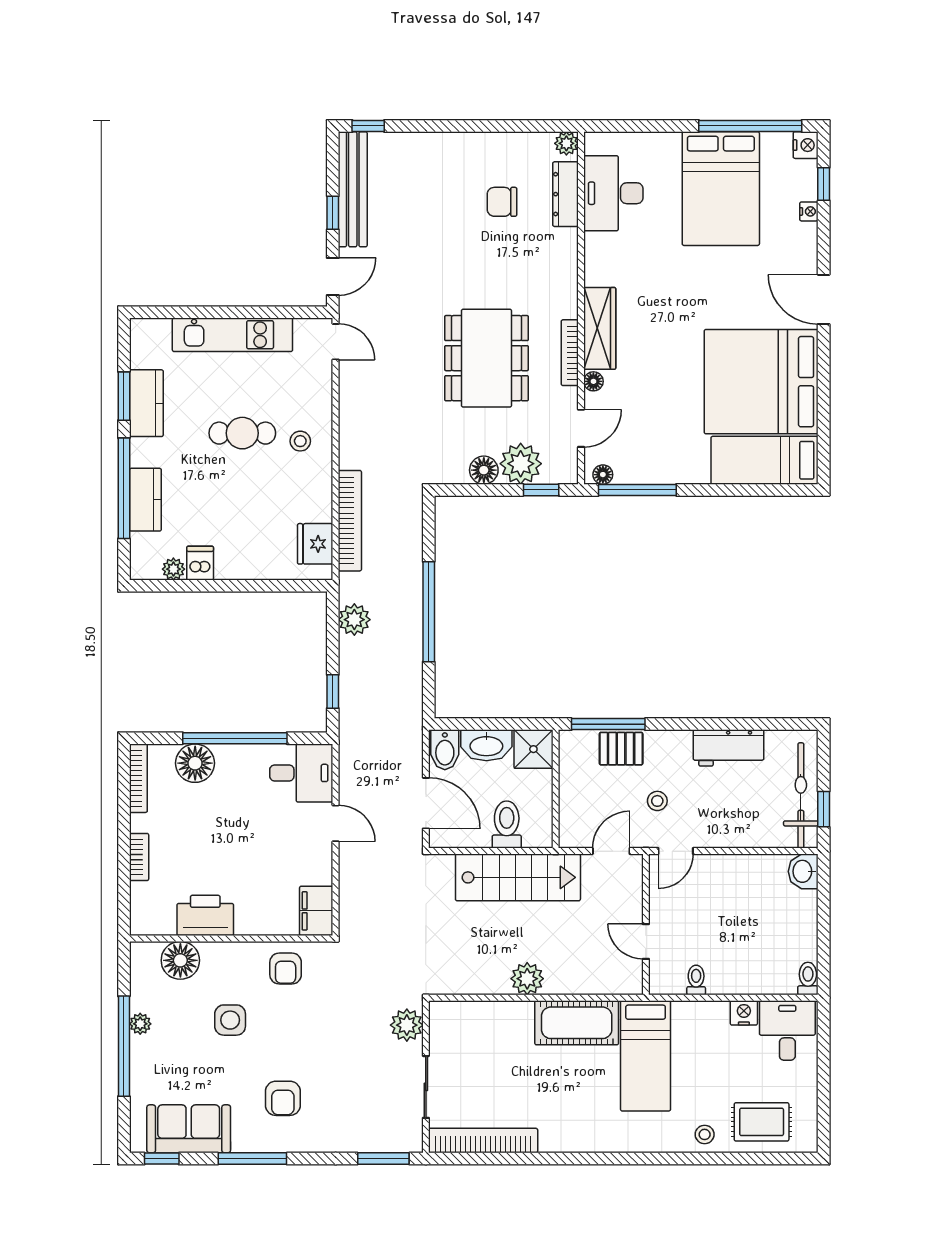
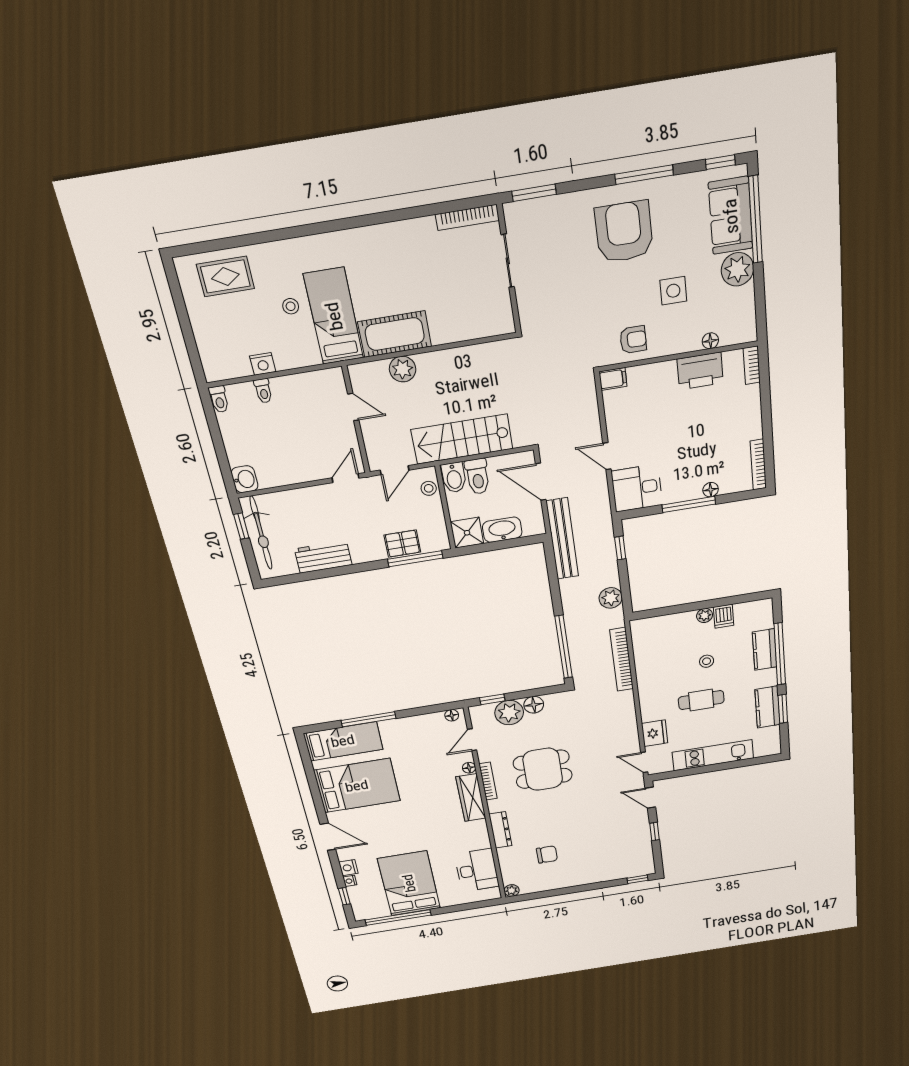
nightstand: (806, 145) -> (348, 868), moved
bench: (353, 189) -> (562, 539), moved
dresser: (566, 194) -> (500, 830), moved
door: (333, 277) -> (650, 798), hinge flipped
dining table: (486, 358) -> (543, 769), width x0.73
bed: (761, 382) -> (357, 786), width x0.73
stool: (300, 441) -> (707, 661), moved
window: (637, 490) -> (369, 719), moved
fridge: (315, 544) -> (655, 733), moved
plant: (173, 569) -> (705, 616), moved
window: (429, 612) -> (564, 647), moved
window: (235, 738) -> (689, 504), width x0.68
bidet: (445, 750) -> (454, 478), moved, turned 180
floor lamp: (195, 763) -> (711, 490), width x0.53, depth x0.53
stool: (657, 801) -> (429, 488), moved
bookcase: (139, 857) -> (752, 365), moved
filing cabinet: (316, 911) -> (613, 379), width x0.50
floor lamp: (180, 960) -> (710, 341), width x0.53, depth x0.53
armchair: (286, 969) -> (633, 340), turned 90
plant: (527, 979) -> (403, 369), moved
toilet: (696, 980) -> (263, 391), moved
plant: (140, 1024) -> (737, 269), width x1.88, depth x1.88
plant: (407, 1025) -> (531, 310), removed
desk: (787, 1031) -> (224, 355), removed
window: (124, 1046) -> (756, 220), moved
armchair: (283, 1098) -> (624, 232), width x1.88, depth x1.88
sofa: (189, 1129) -> (731, 216), moved, turned 90
stool: (705, 1134) -> (291, 306), moved
bookcase: (483, 1141) -> (467, 217), width x0.68, depth x0.76

